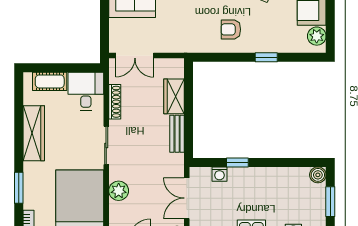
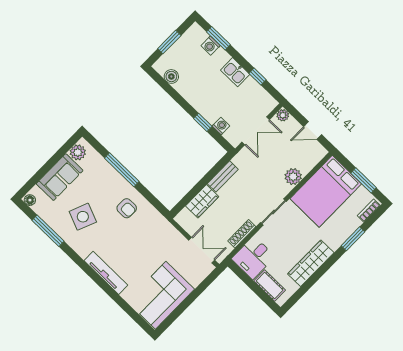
window: (266, 57) -> (122, 170), width x2.17
boiler: (318, 175) -> (171, 76), moved

